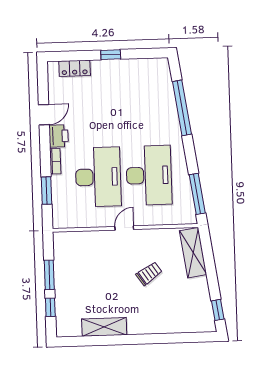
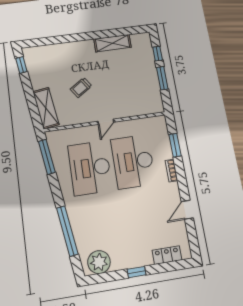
plant: (151, 70) -> (99, 262), added
printer: (59, 136) -> (172, 193), removed

